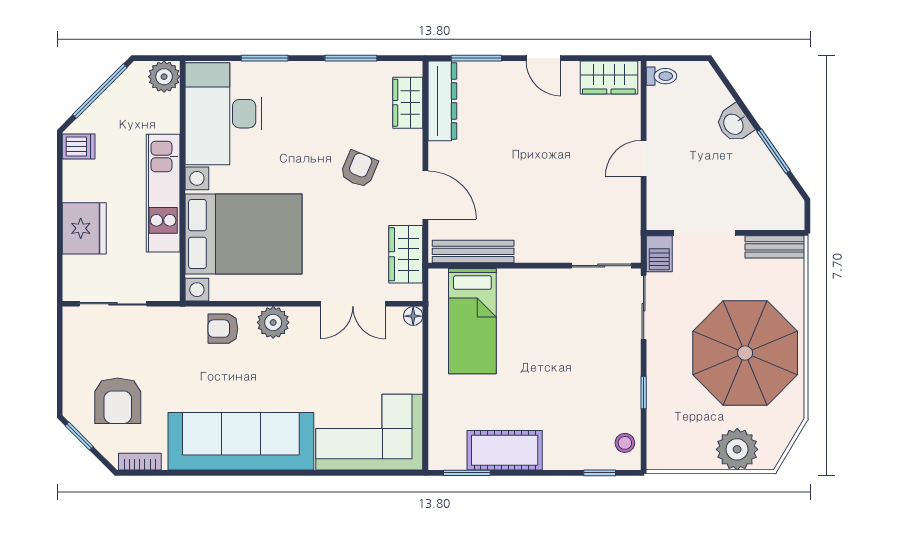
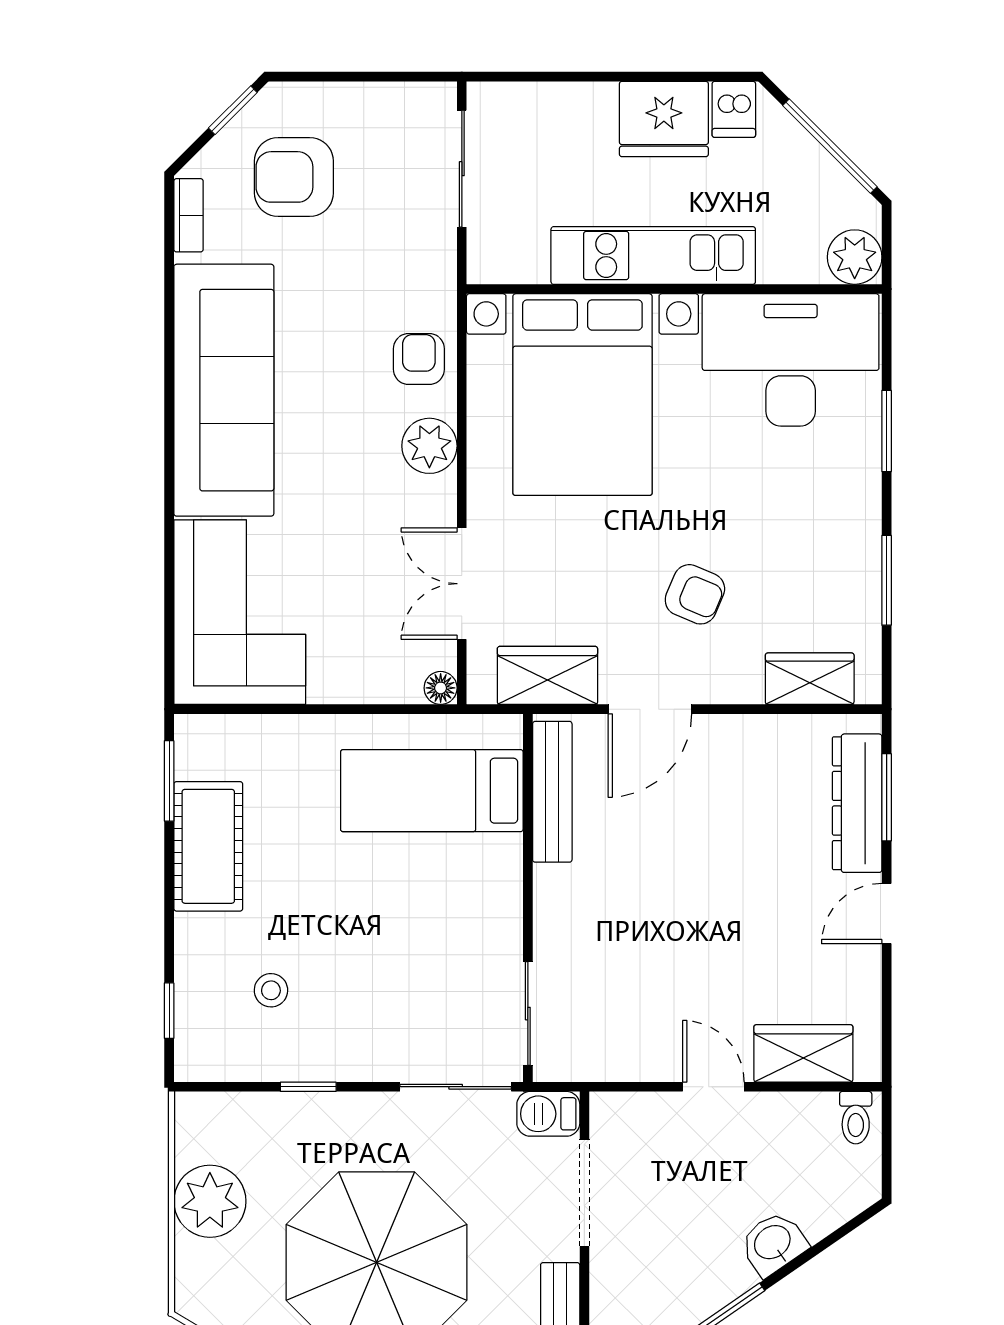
wardrobe: (609, 78) -> (803, 1053), moved, turned 90
dresser: (442, 101) -> (857, 803), moved, turned 90
fridge: (84, 228) -> (664, 119), moved
stool: (625, 443) -> (271, 990), moved
plant: (737, 449) -> (210, 1201), moved

